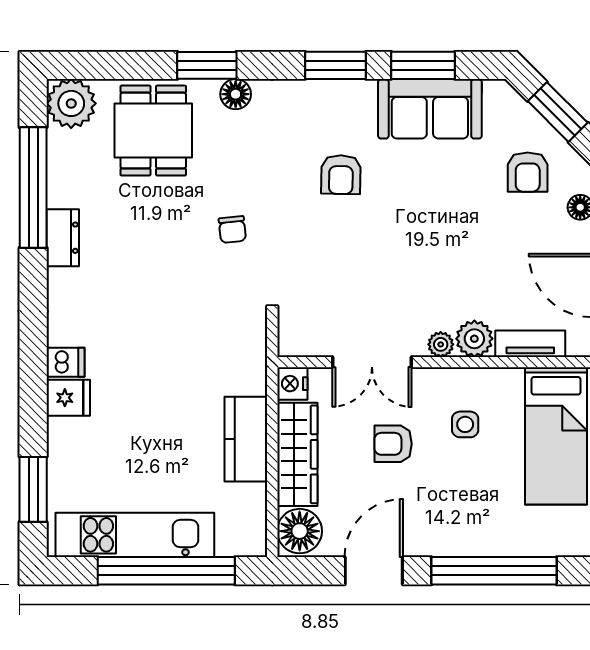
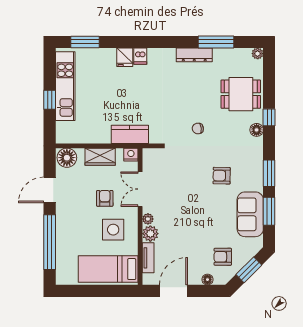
window: (207, 65) -> (269, 117), width x0.67
plant: (71, 103) -> (258, 54), width x0.53, depth x0.53
window: (33, 187) -> (216, 42), width x0.68
dresser: (63, 238) -> (194, 55), width x1.44
side table: (465, 424) -> (113, 230), width x1.87, depth x1.87
kitchen counter: (246, 439) -> (130, 134), moved
wardrobe: (297, 454) -> (100, 157), width x0.67
window: (166, 571) -> (50, 100), width x0.32
door: (374, 571) -> (50, 190), swing flipped

